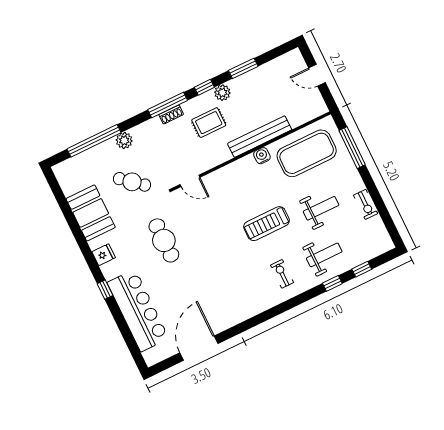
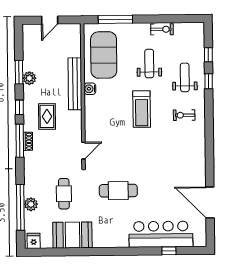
plant: (222, 93) -> (29, 78), moved
plant: (124, 141) -> (31, 204), moved
cafe table: (132, 182) -> (64, 194), turned -40
fridge: (104, 255) -> (34, 241), moved
window: (105, 290) -> (169, 251), moved

